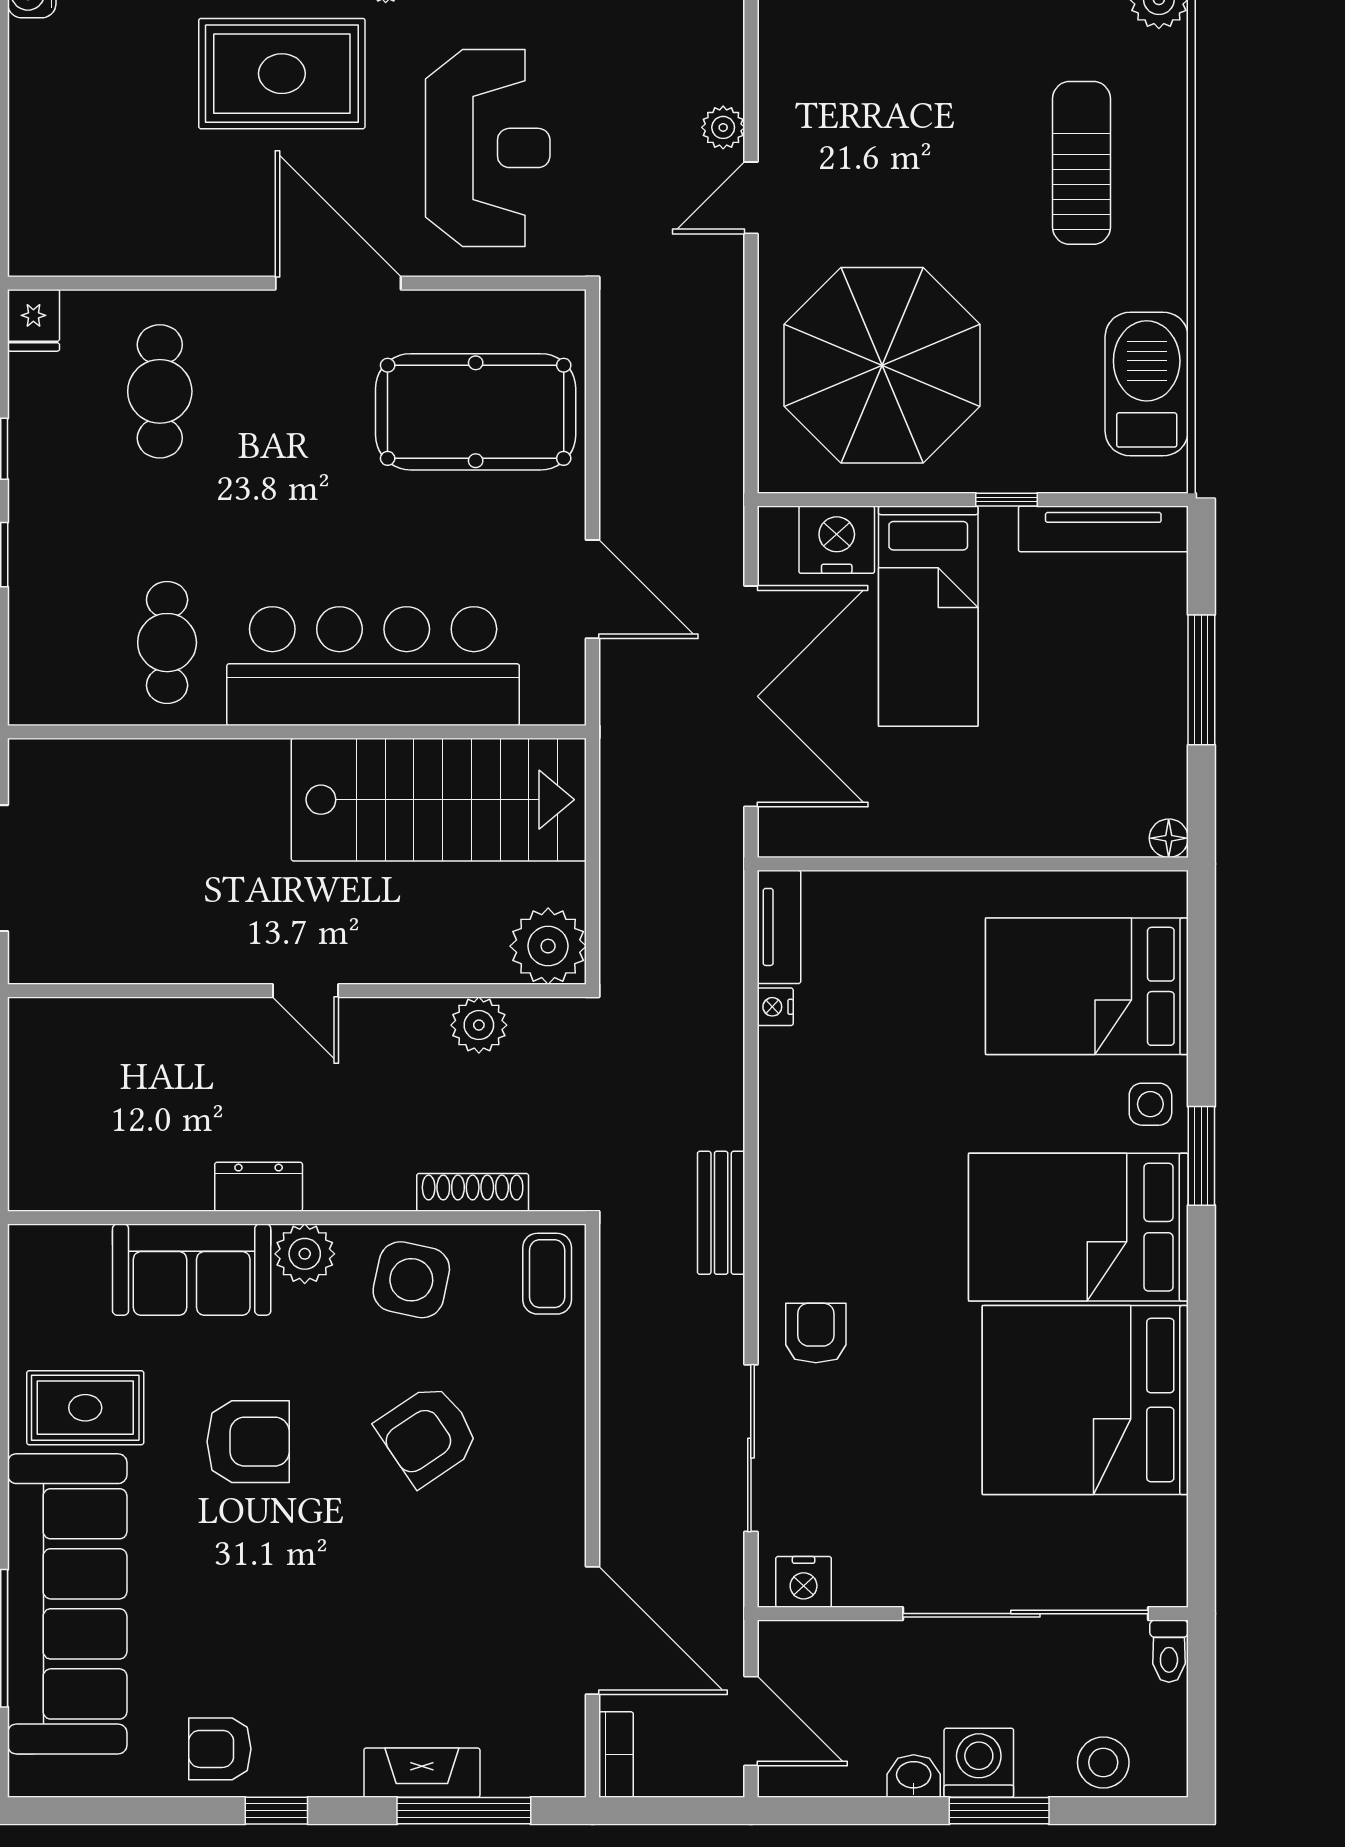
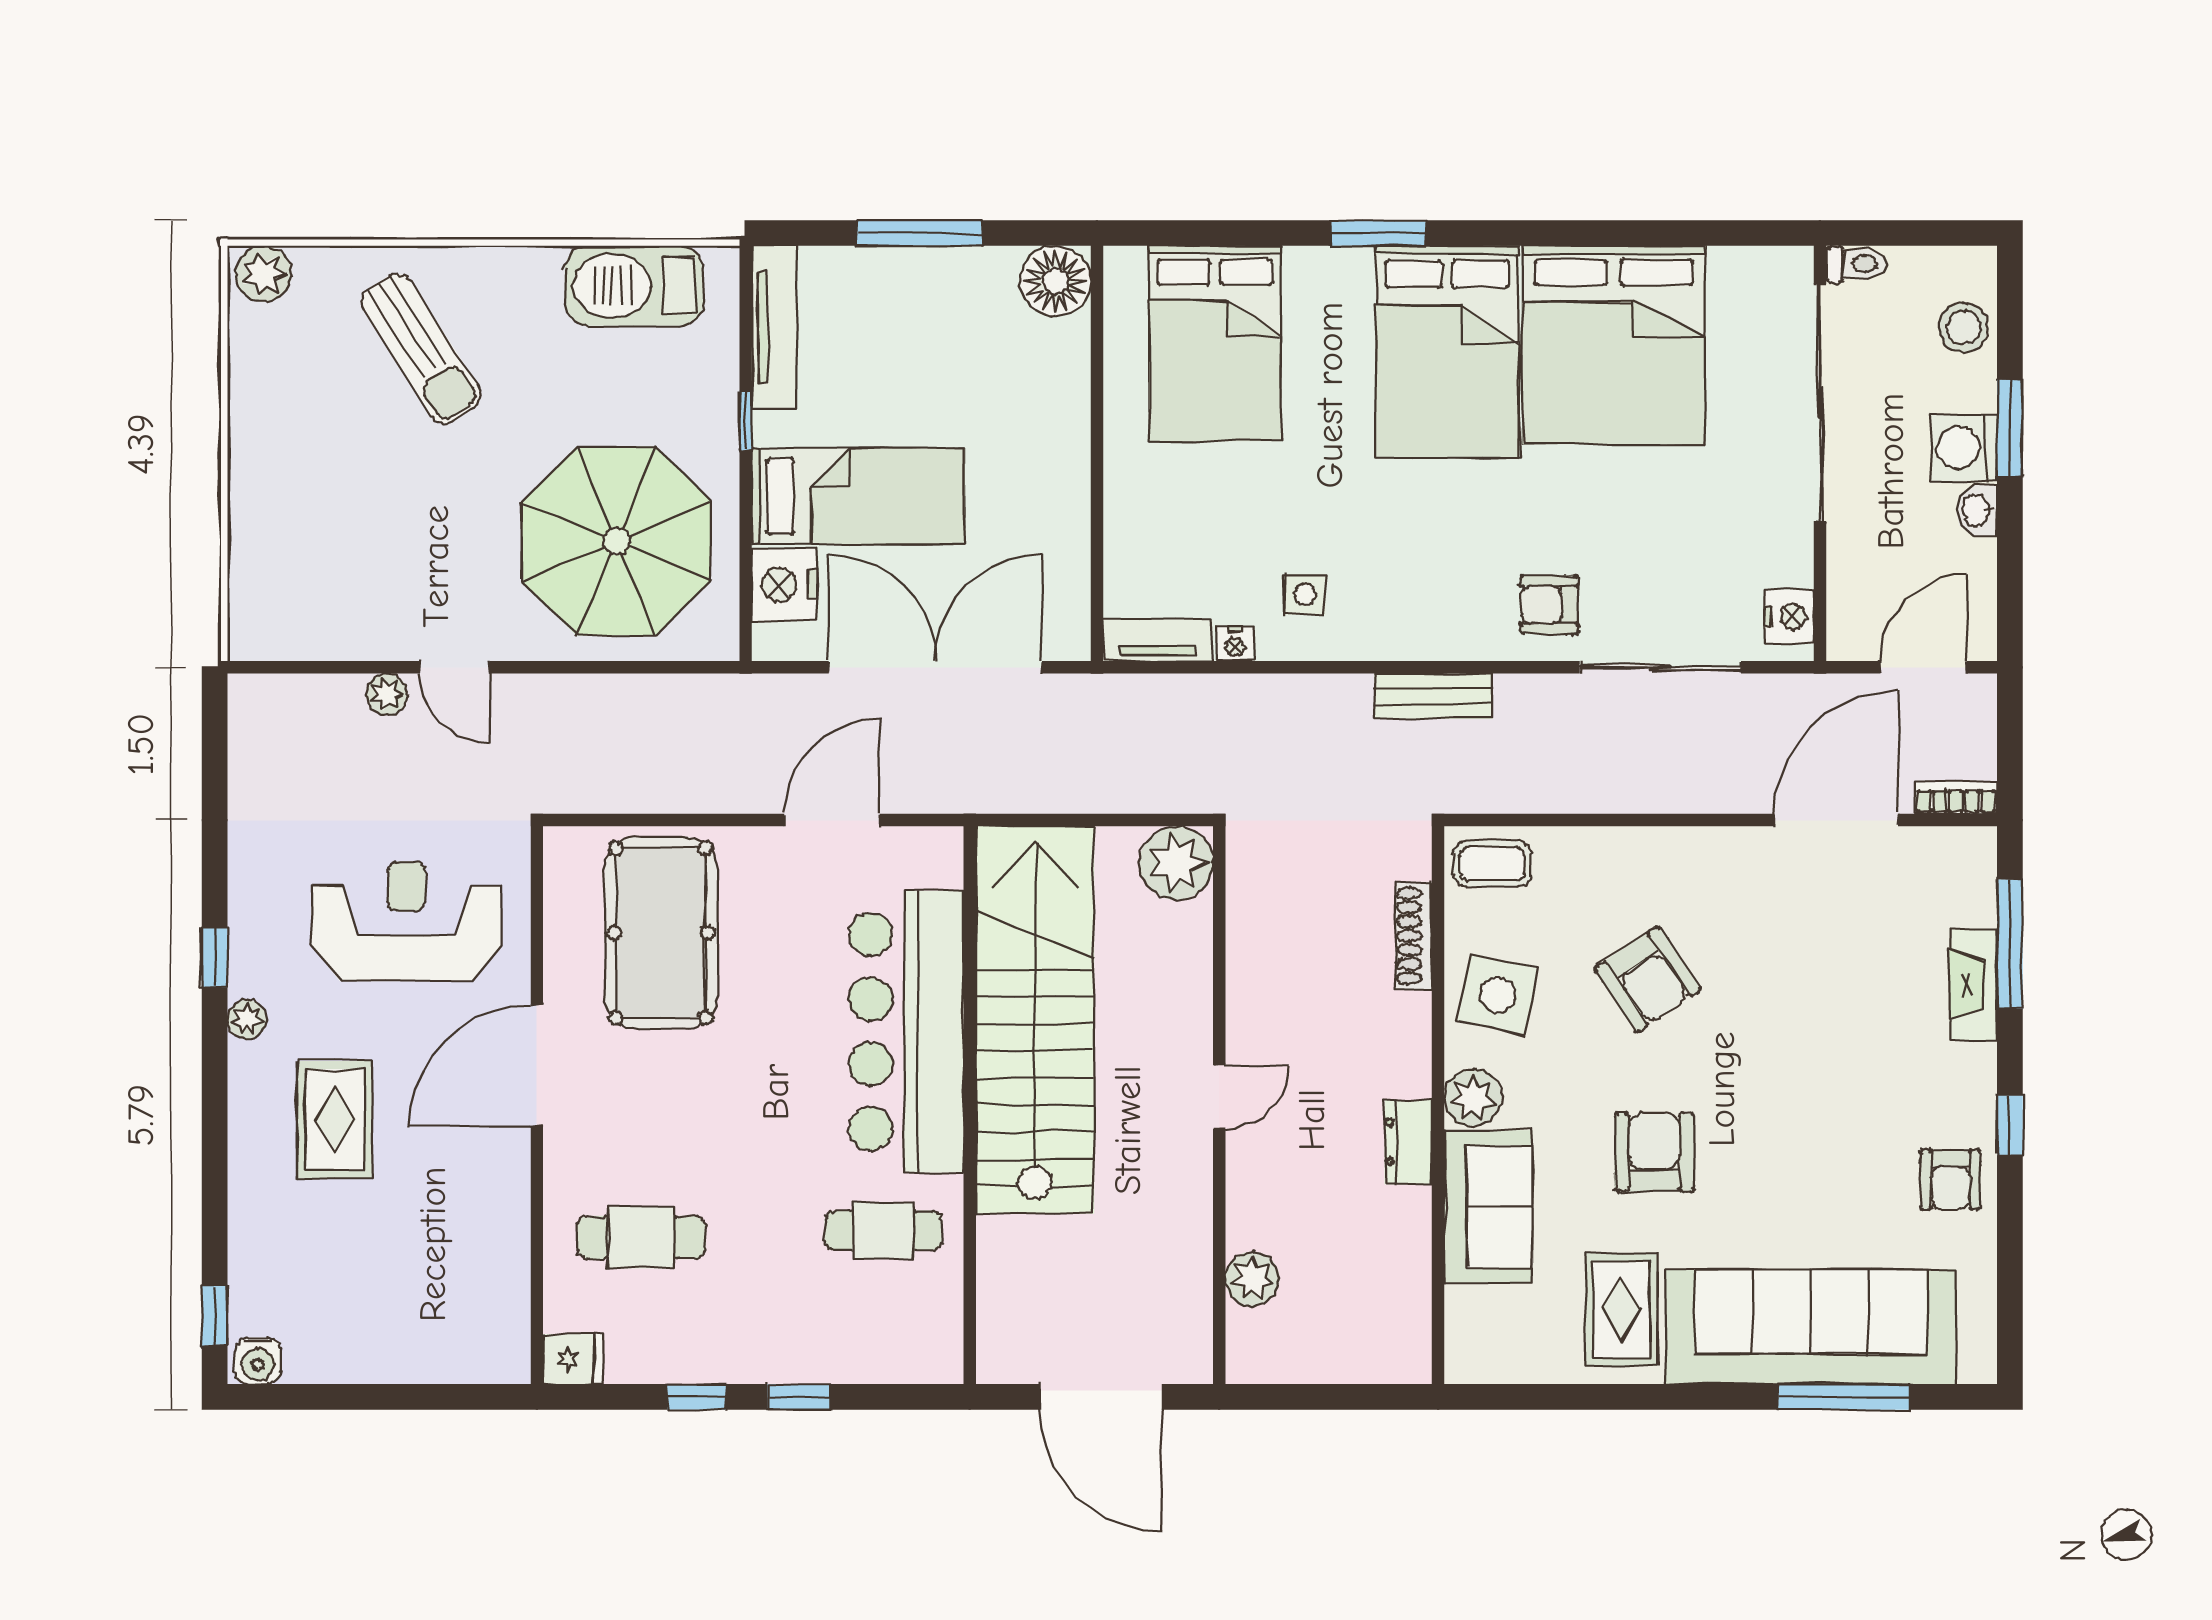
rug: (282, 74) -> (335, 1120), width x0.73, depth x0.70
sun lounger: (1081, 163) -> (421, 349), turned -123
stairs: (439, 800) -> (1035, 1020), width x1.36
floor lamp: (1169, 838) -> (1056, 281), width x1.89, depth x1.89
plant: (479, 1025) -> (1252, 1279), moved
side table: (1150, 1104) -> (1305, 594), moved

